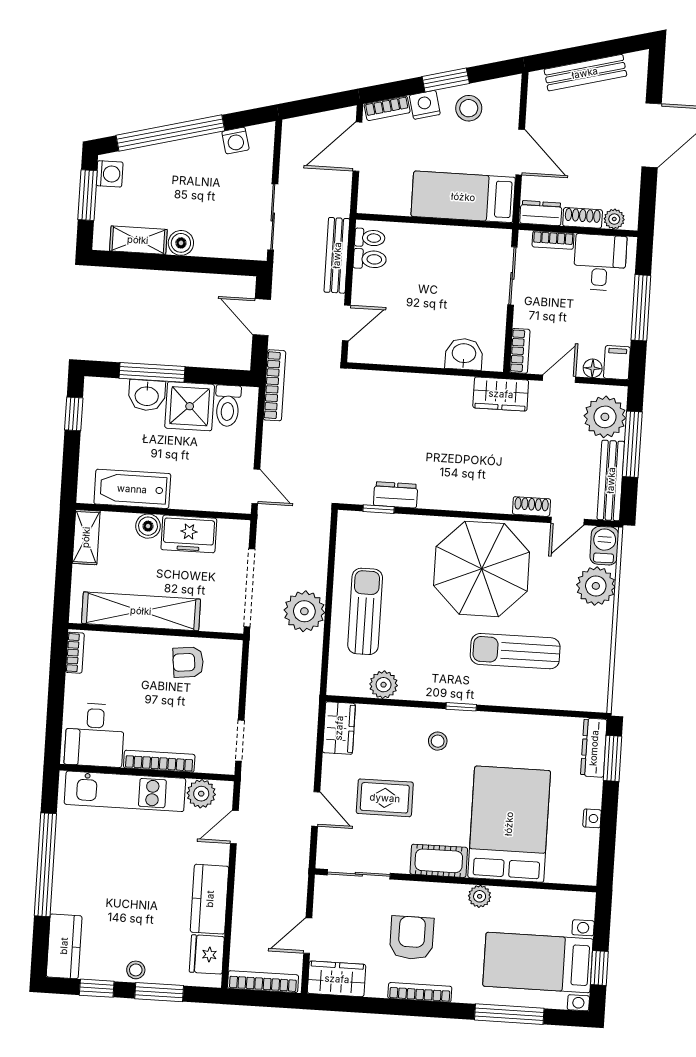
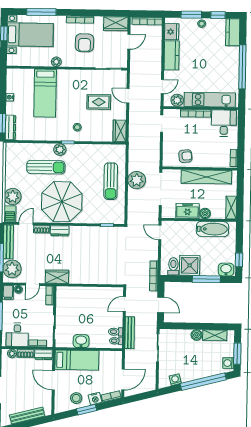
washbasin: (464, 354) -> (81, 341), moved, turned 180
washbasin: (147, 395) -> (226, 270), moved
dresser: (396, 495) -> (60, 231), moved
plant: (384, 685) -> (60, 150), moved
bed: (509, 824) -> (45, 93), width x0.67
cot: (439, 861) -> (74, 76), removed

